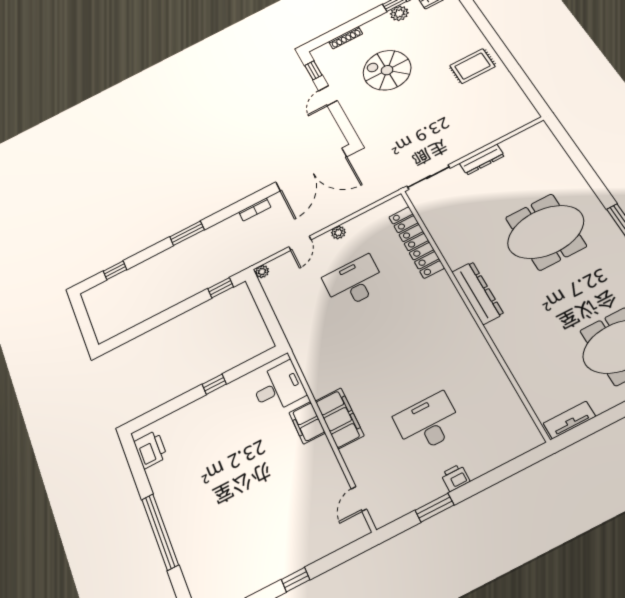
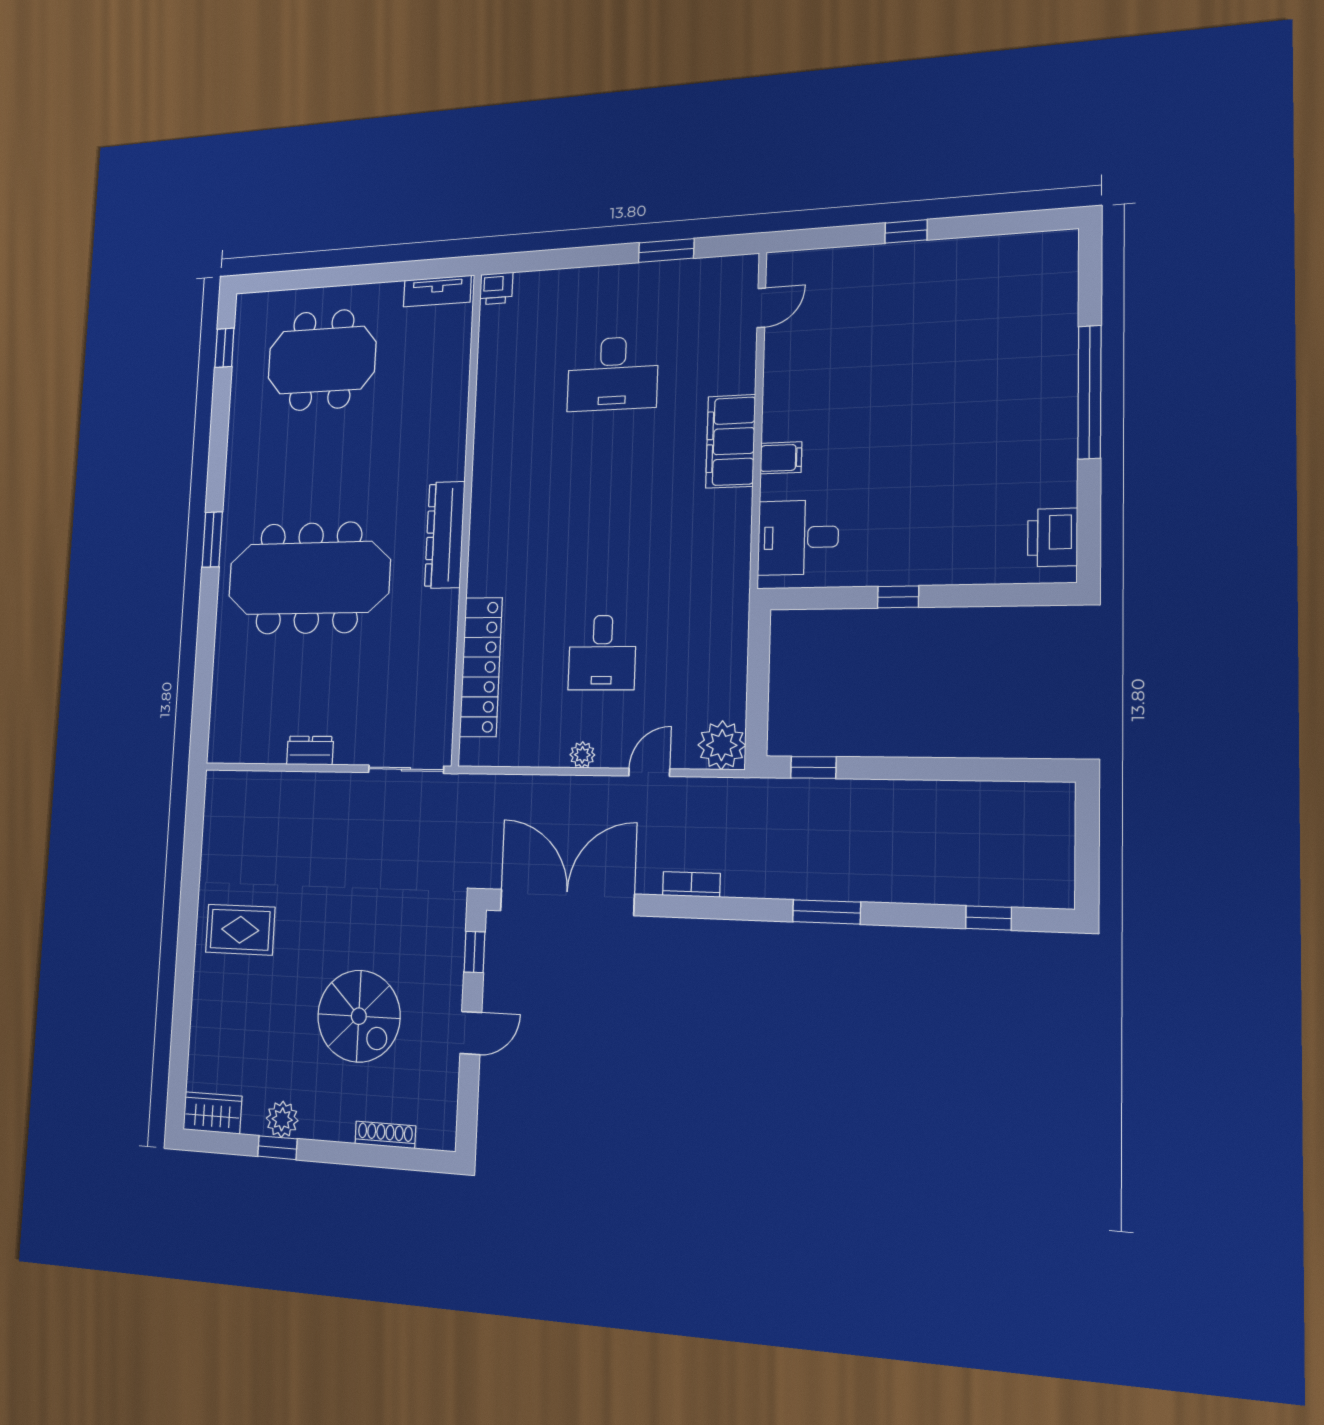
window: (313, 70) -> (474, 952), moved
dresser: (482, 160) -> (310, 750), width x0.70
meeting table: (546, 232) -> (309, 578), width x1.36
plant: (262, 272) -> (722, 745), width x1.88, depth x1.88
desk: (354, 282) -> (602, 653), width x0.73
filing cabinet: (307, 423) -> (781, 458), width x0.50
printer: (455, 478) -> (496, 288), moved

